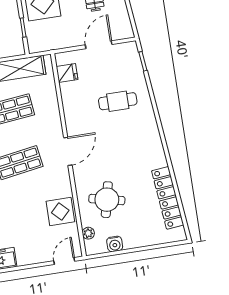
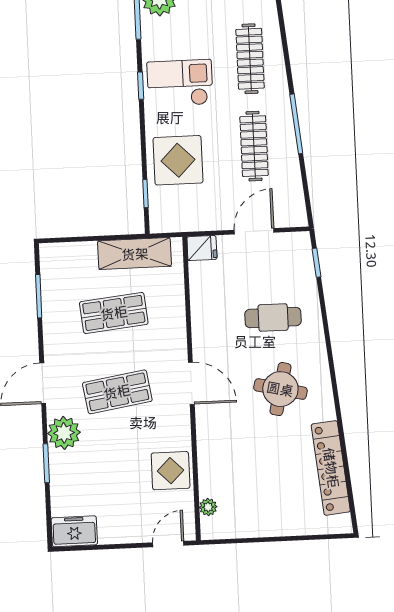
fridge: (67, 73) -> (202, 248), moved
door: (68, 151) -> (191, 383), hinge flipped
round table: (107, 200) -> (280, 389), moved
water cooler: (115, 244) -> (245, 527), removed

